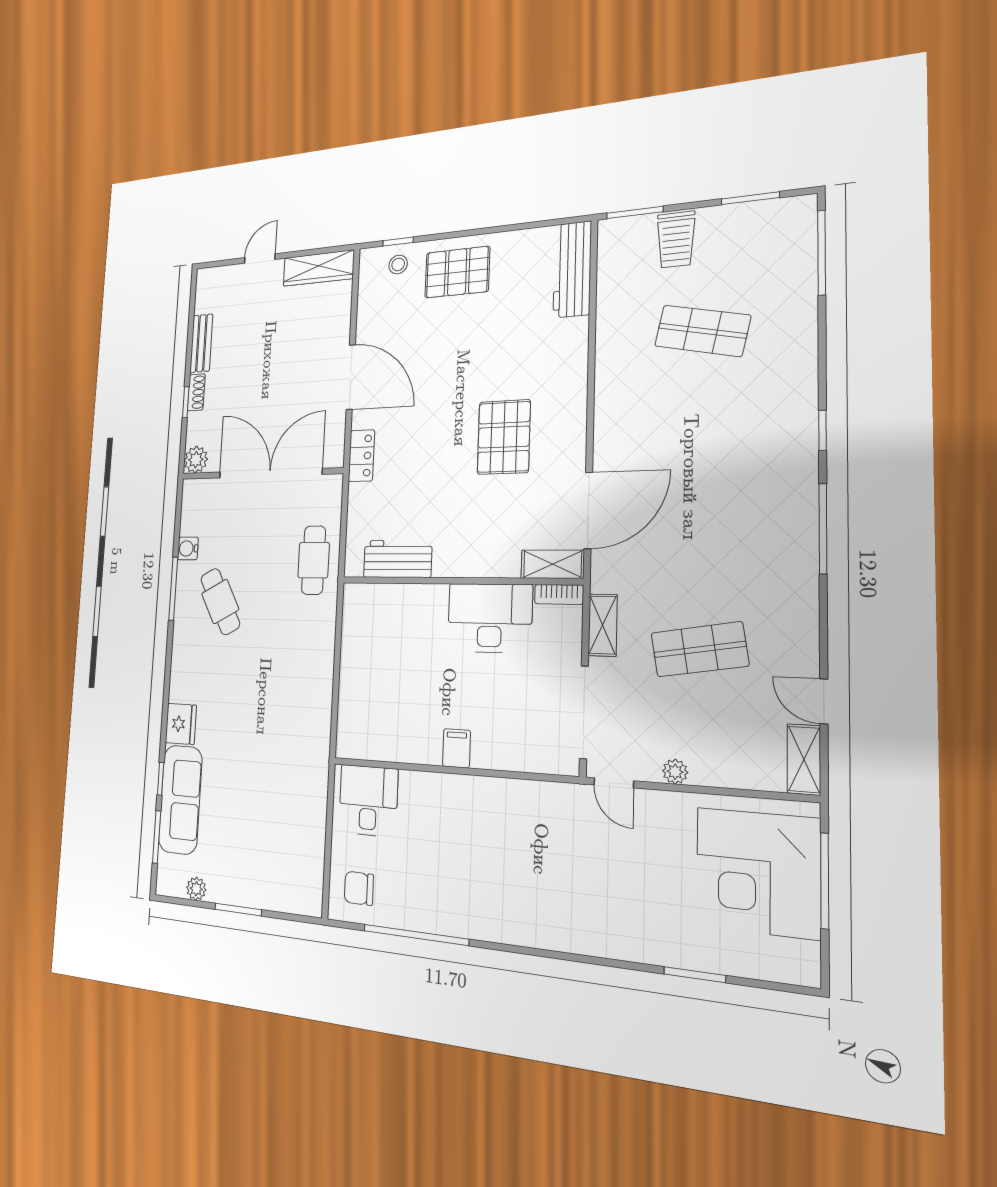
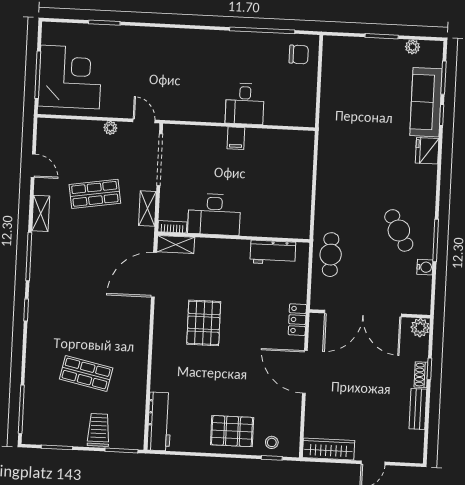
shelving: (804, 759) -> (41, 213), moved
desk: (368, 801) -> (245, 104), moved

